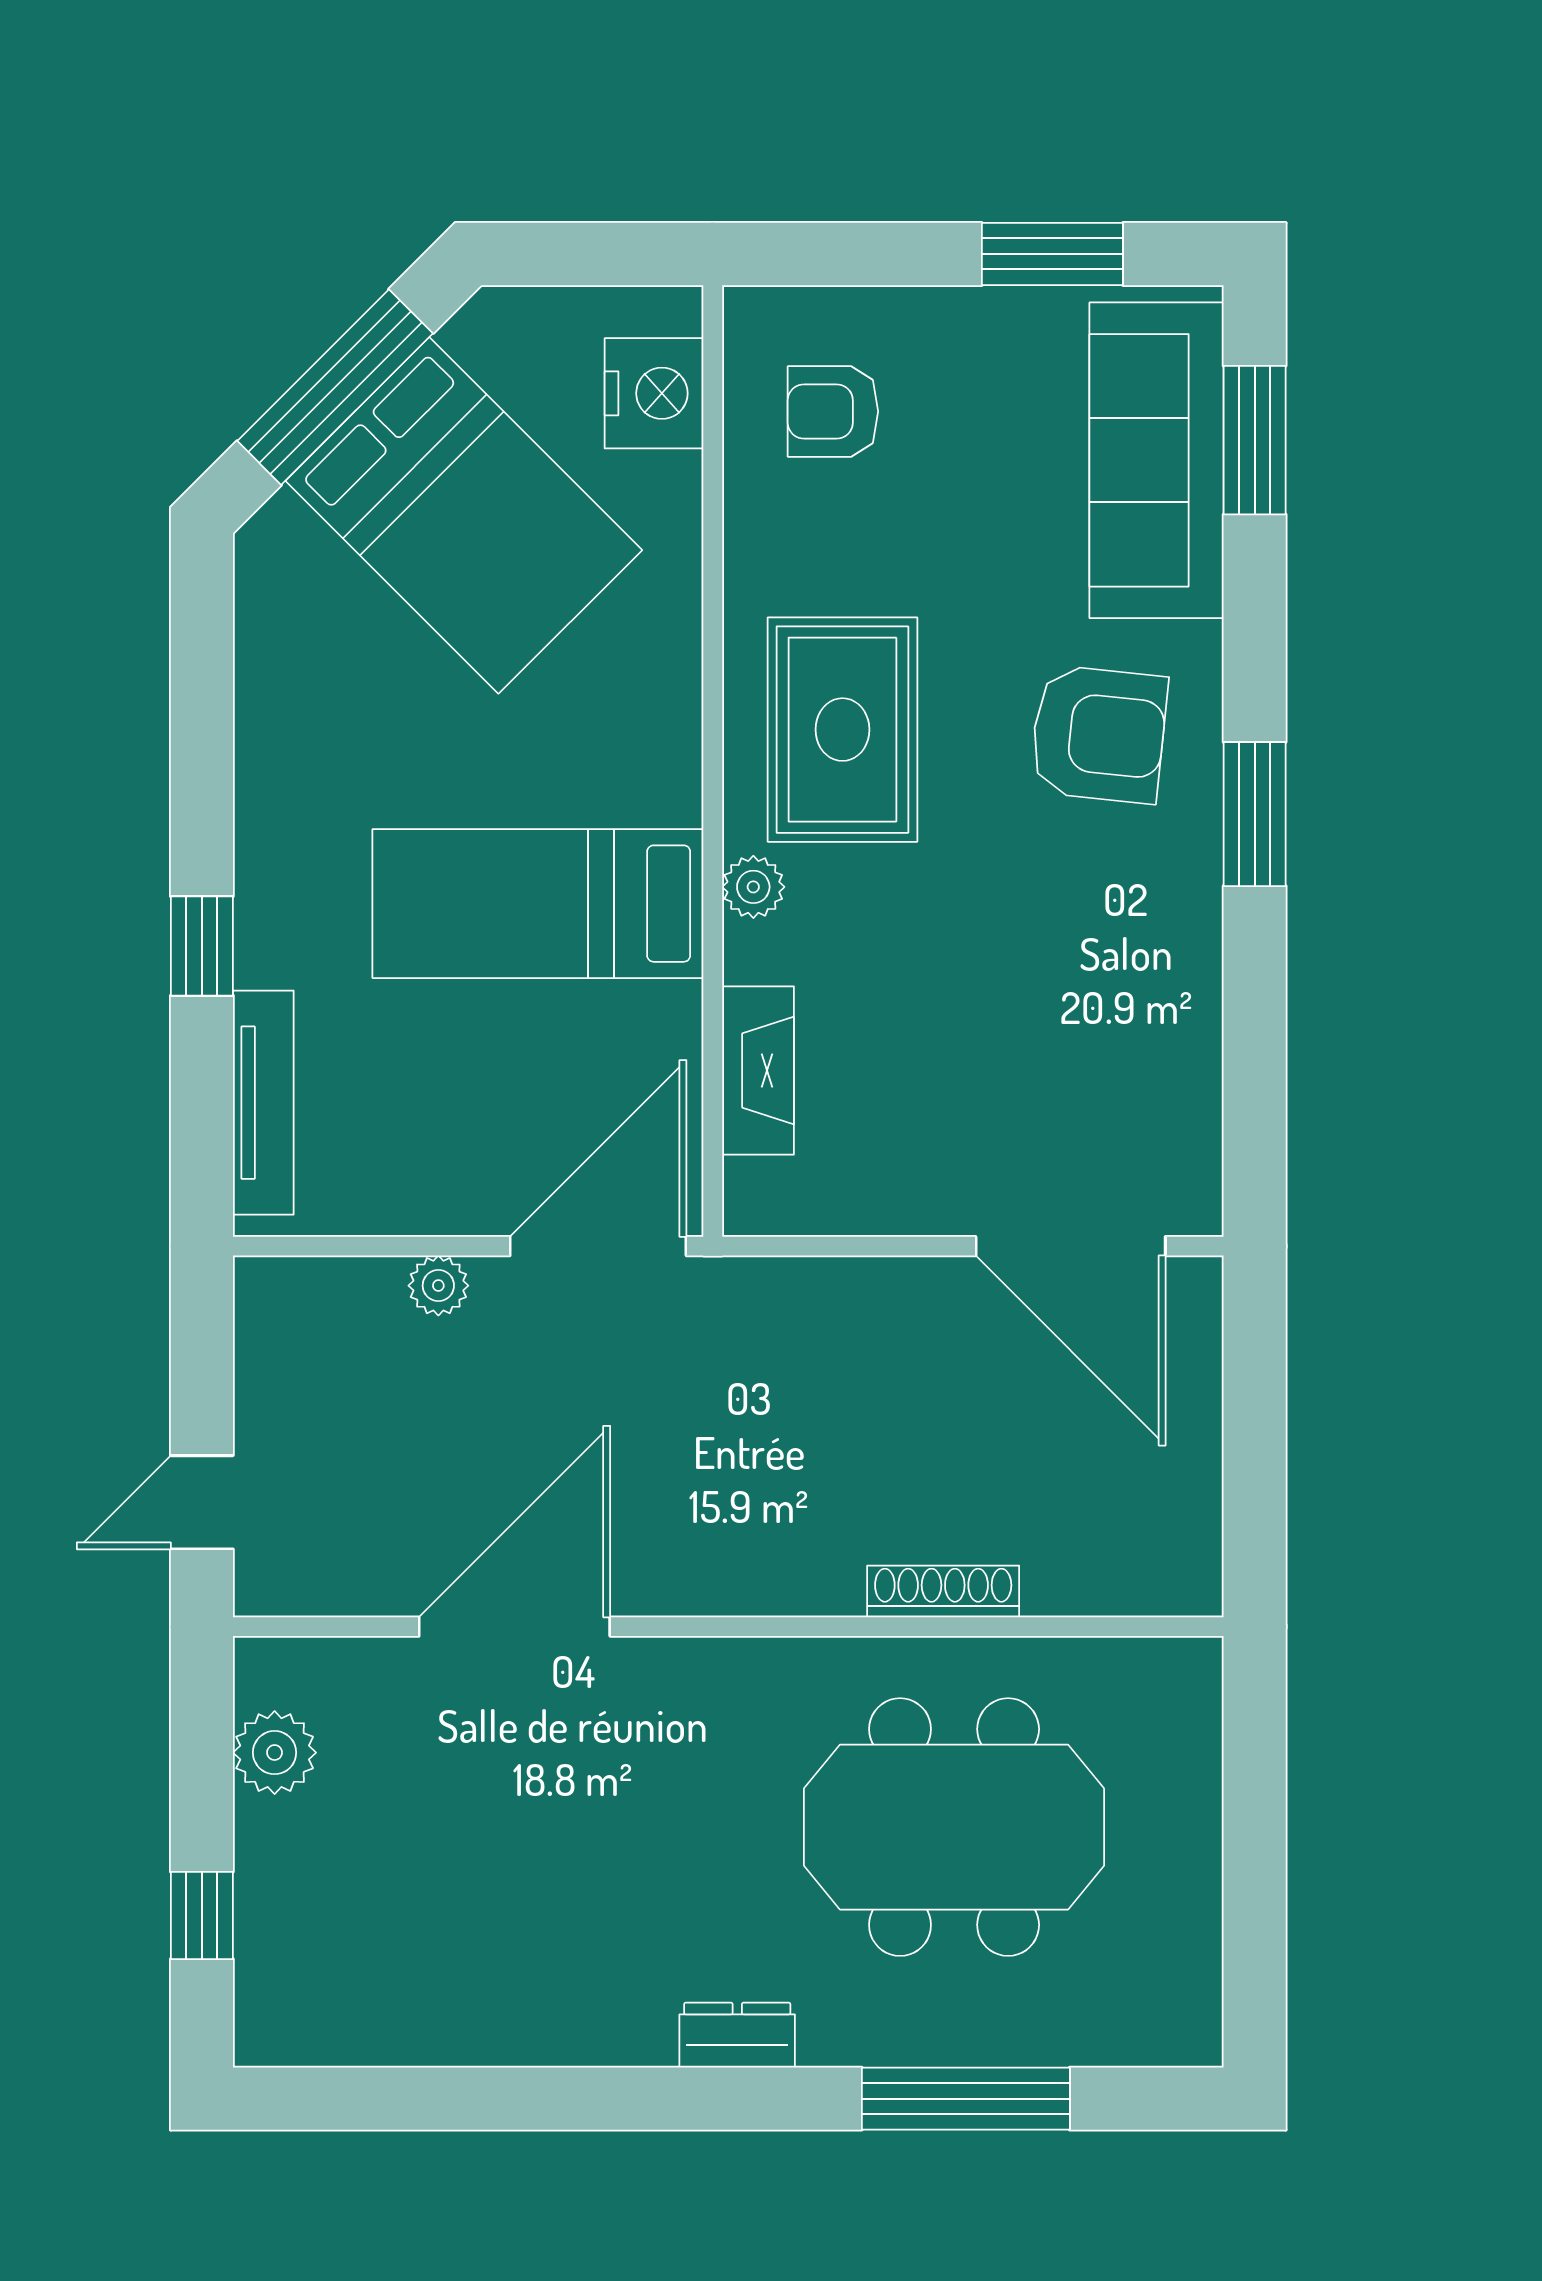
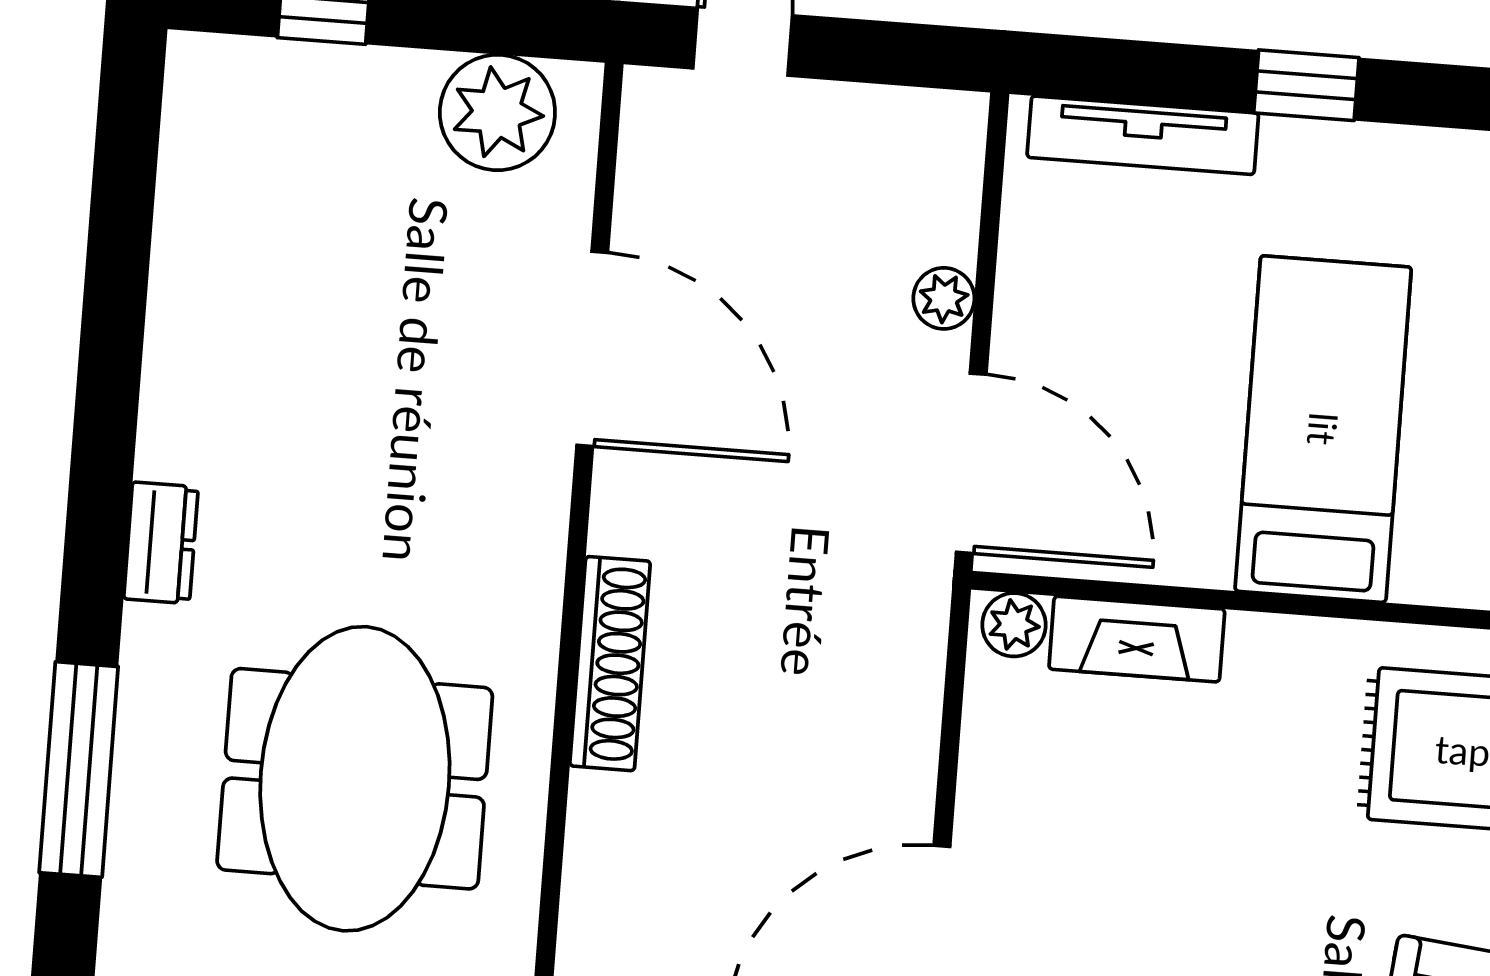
plant: (753, 887) -> (1014, 625), moved
shoe rack: (943, 1591) -> (610, 664), moved, width x1.36, depth x1.24
plant: (275, 1753) -> (497, 112), width x1.36, depth x1.36

